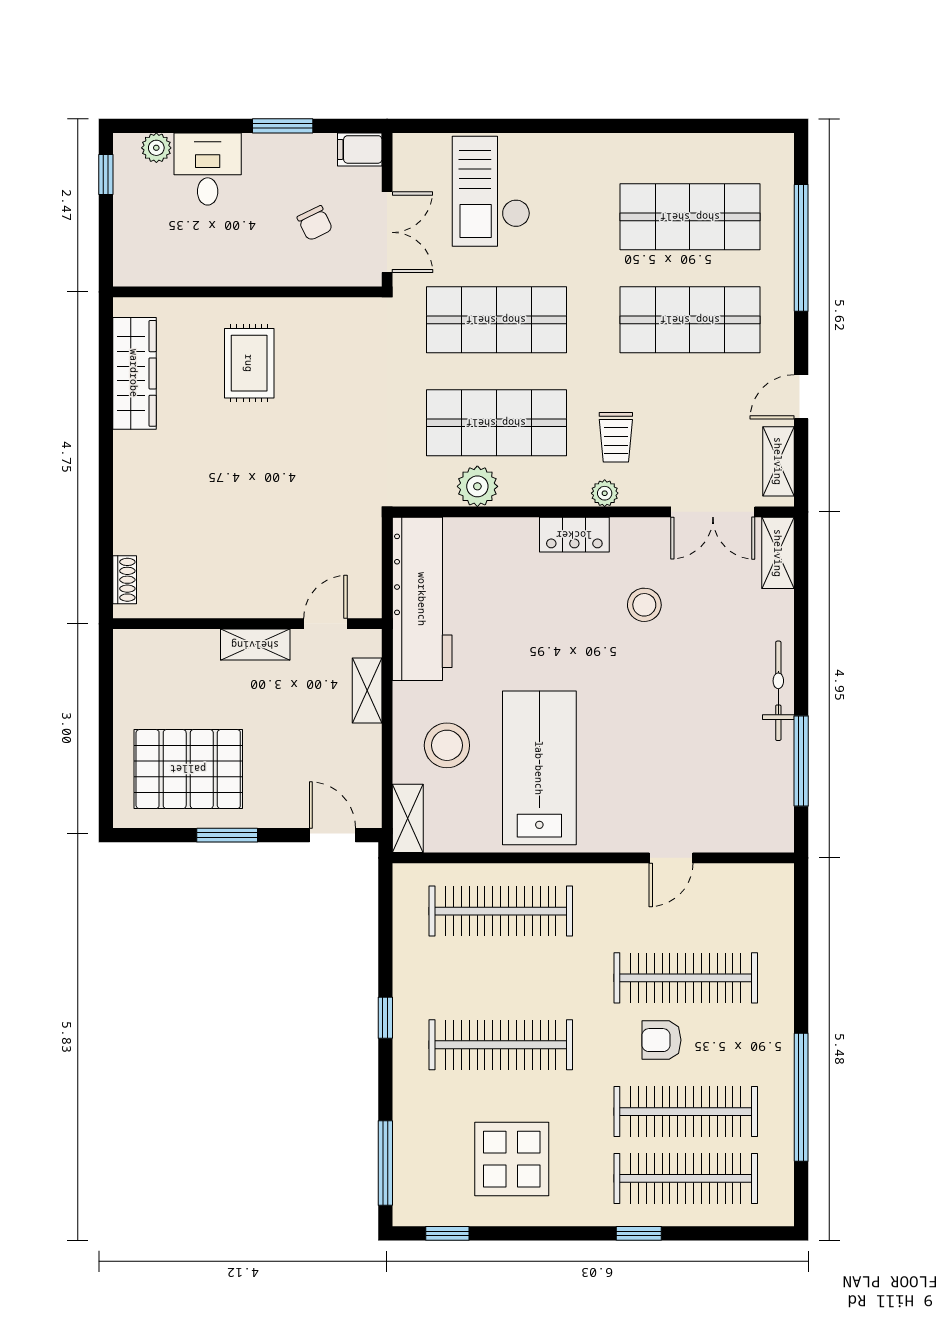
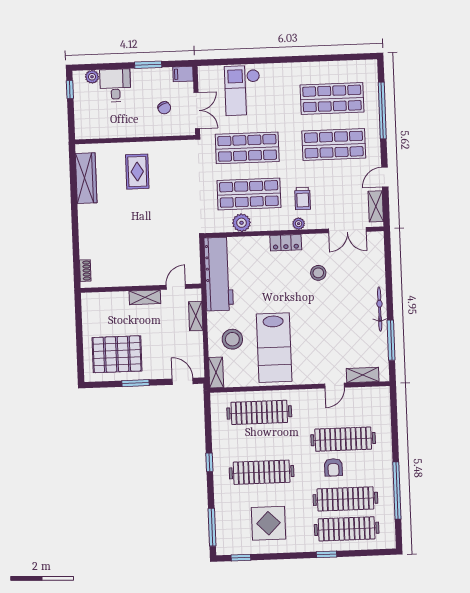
shelving: (778, 553) -> (363, 375), moved, turned 90
lab bench: (539, 768) -> (274, 348), turned 180
armchair: (661, 1040) -> (333, 467), turned -90

